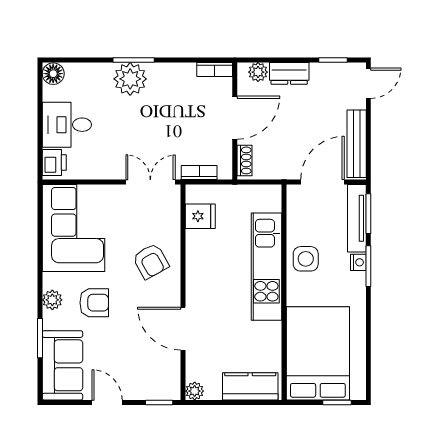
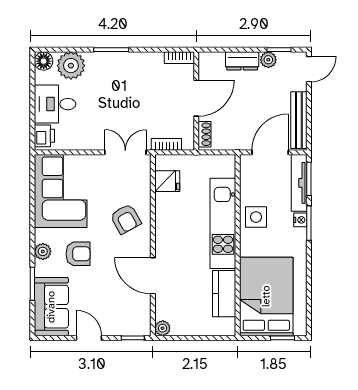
plant: (258, 72) -> (268, 60), moved
plant: (130, 79) -> (71, 66), moved
kitchen counter: (250, 386) -> (224, 294), moved, turned -90

